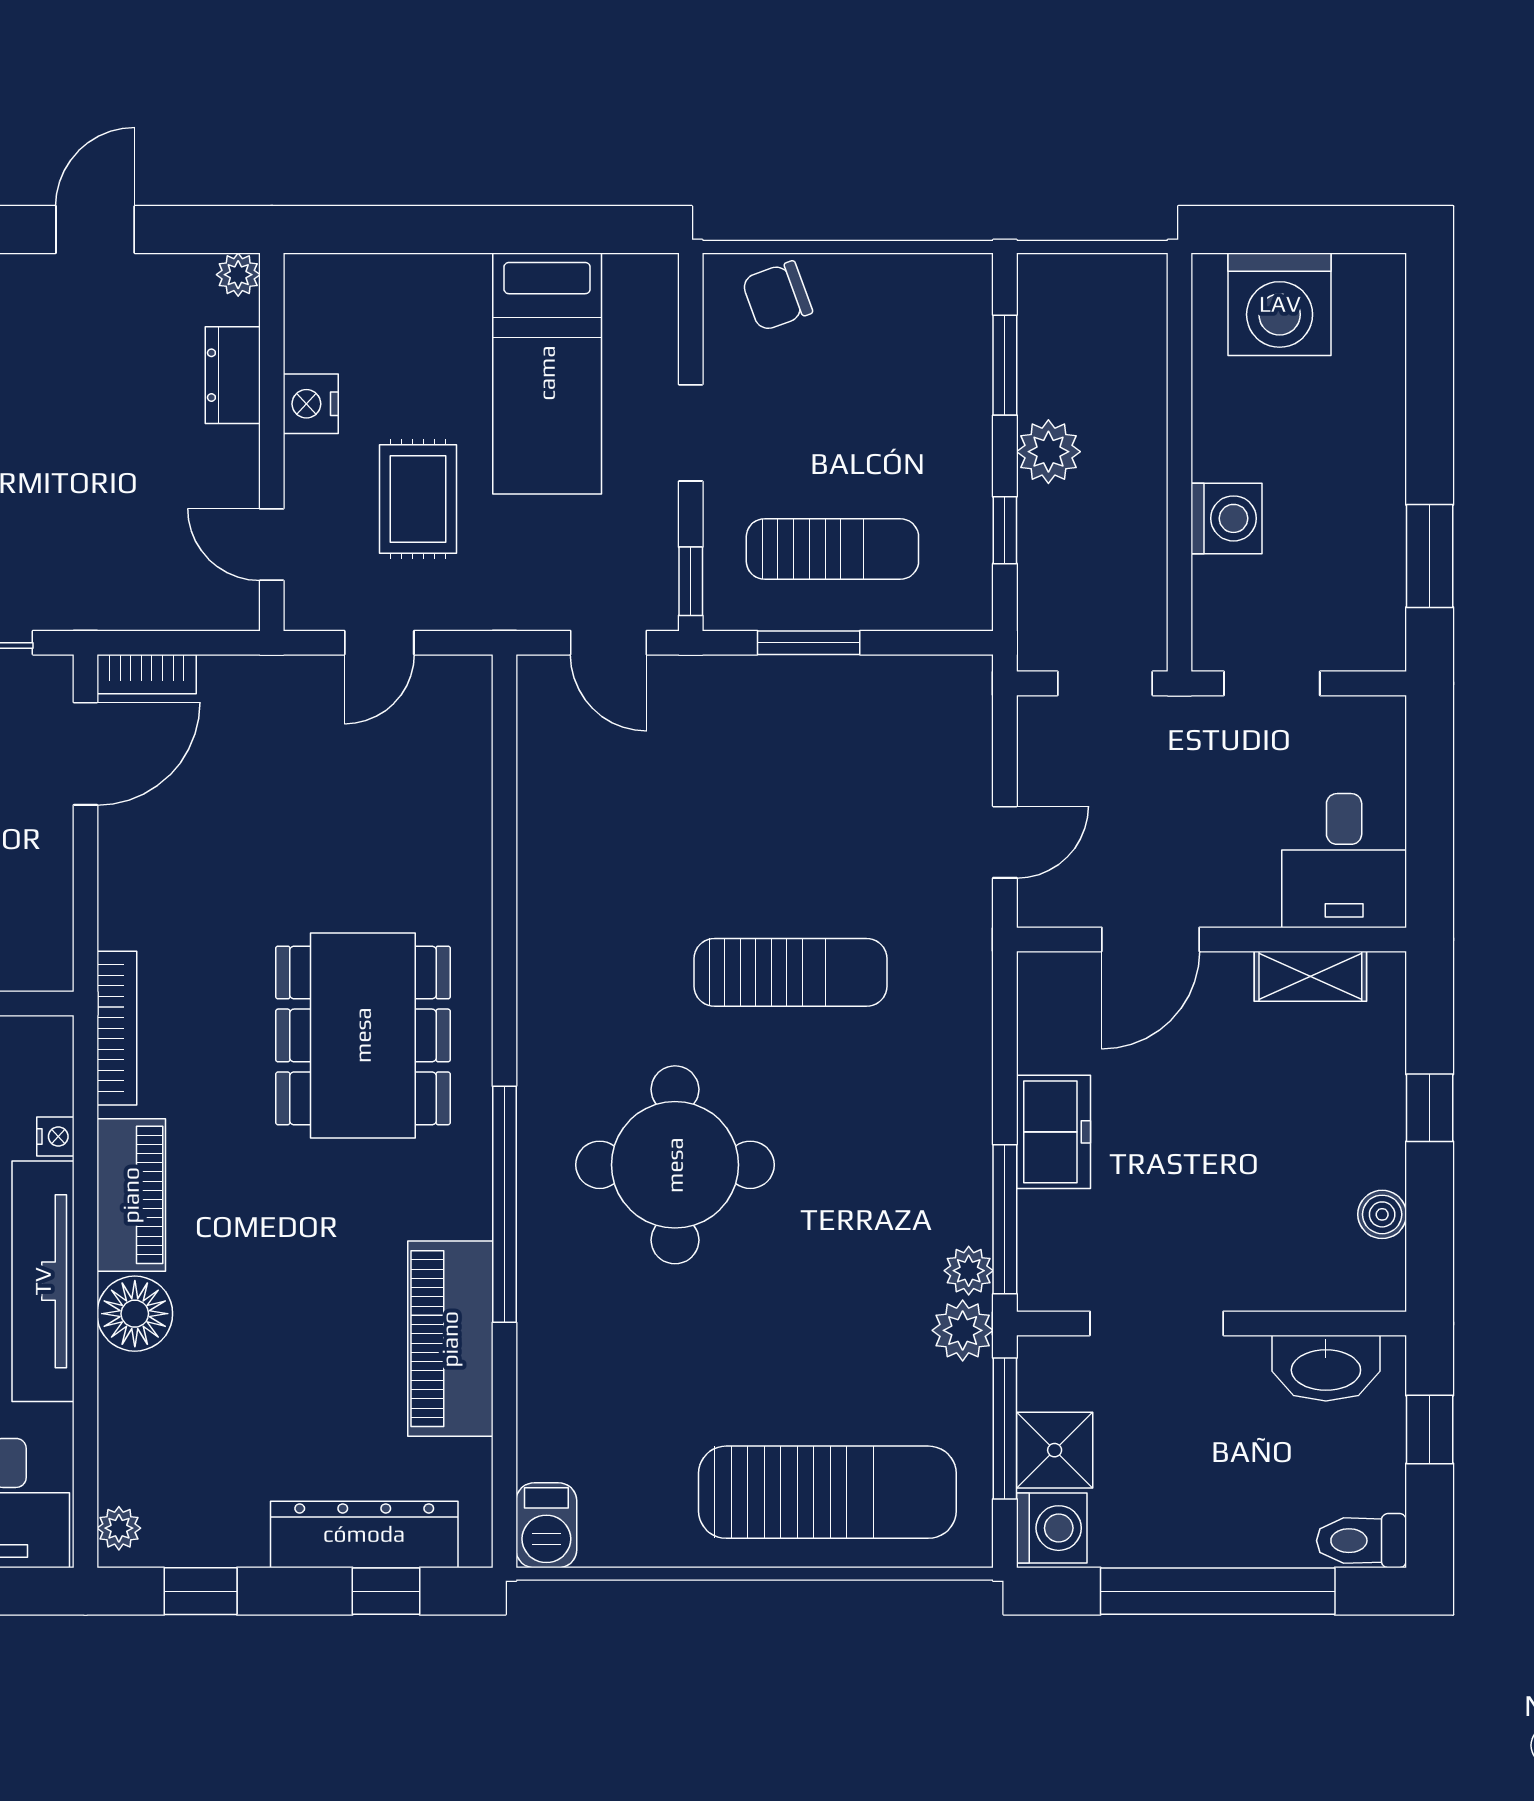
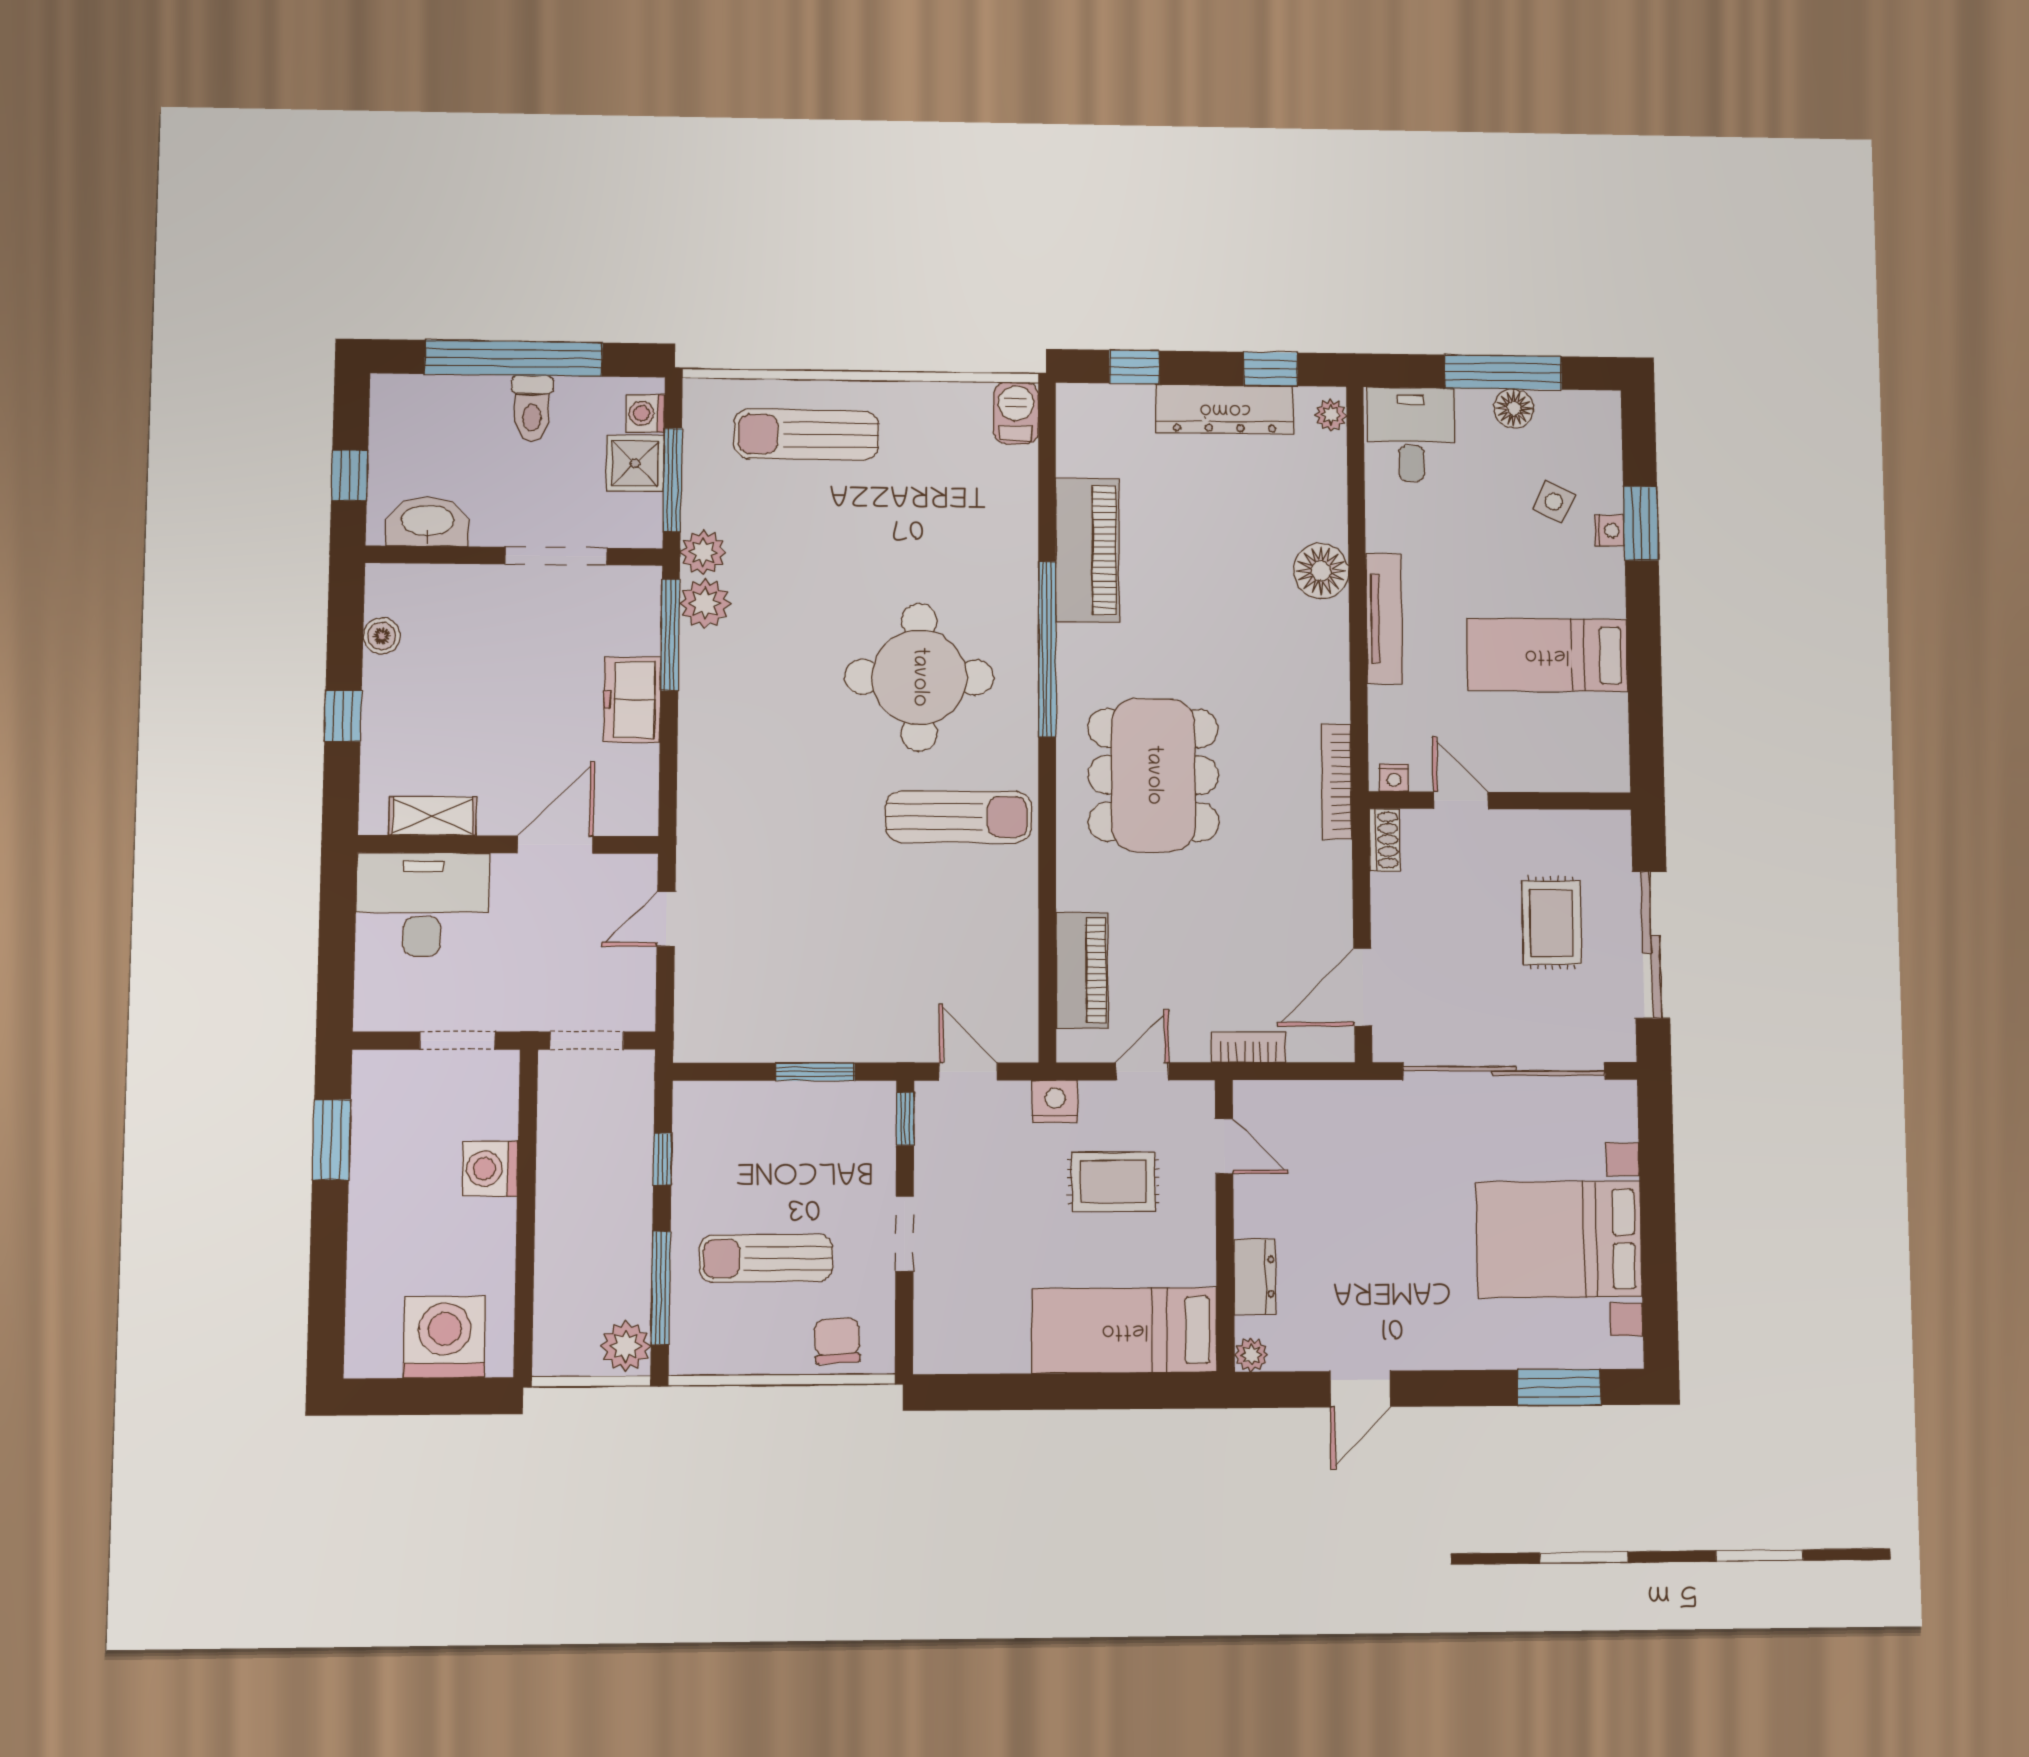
chair: (777, 296) -> (837, 1341), turned -73
window: (1005, 365) -> (661, 1288), width x1.44
bed: (547, 373) -> (1125, 1330), moved, turned -90
nightstand: (311, 404) -> (1055, 1101), moved, turned -90
plant: (1048, 452) -> (626, 1346), moved
rug: (418, 499) -> (1113, 1182), turned 90
sun lounger: (832, 549) -> (766, 1258), moved
bookcase: (147, 674) -> (1248, 1047), moved
desk: (1344, 861) -> (422, 904), width x1.37
shoe rack: (53, 950) -> (1384, 840), added
sun lounger: (790, 972) -> (959, 817), moved, turned 180
nightstand: (55, 1137) -> (1394, 778), moved, turned -90
piano: (131, 1195) -> (1082, 970), moved, turned 180
plant: (969, 1271) -> (705, 604), width x1.38, depth x1.38
tv unit: (43, 1281) -> (1384, 619), width x0.73, depth x0.78
sun lounger: (827, 1492) -> (806, 435), width x0.73, depth x0.75
washing machine: (1052, 1528) -> (645, 413), width x0.73, depth x0.73
dresser: (364, 1534) -> (1225, 409), moved
toilet: (1362, 1541) -> (532, 408), moved, turned 90

